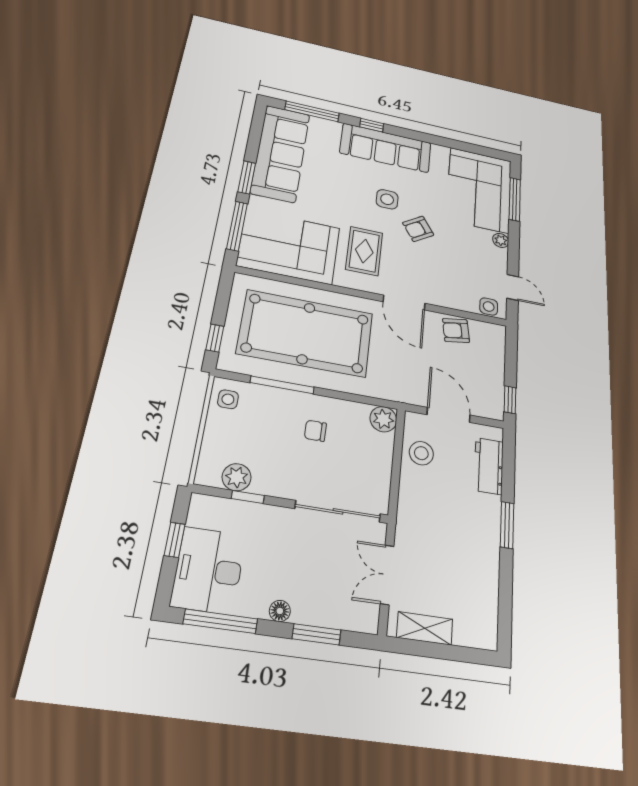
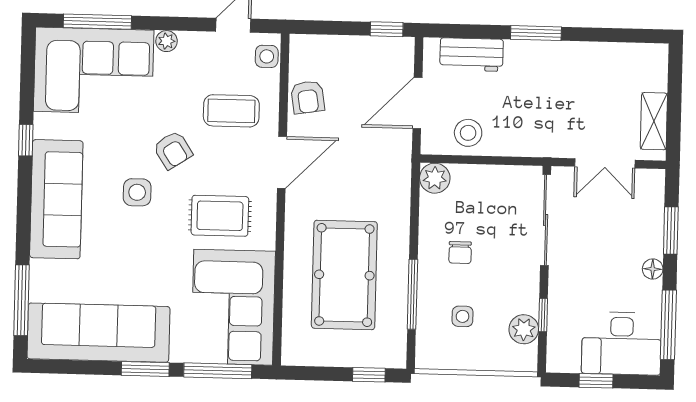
window: (372, 125) -> (26, 140), moved
coffee table: (447, 274) -> (231, 111), added
pool table: (306, 333) -> (344, 275), width x0.73, depth x0.76
side table: (228, 399) -> (463, 316), moved

